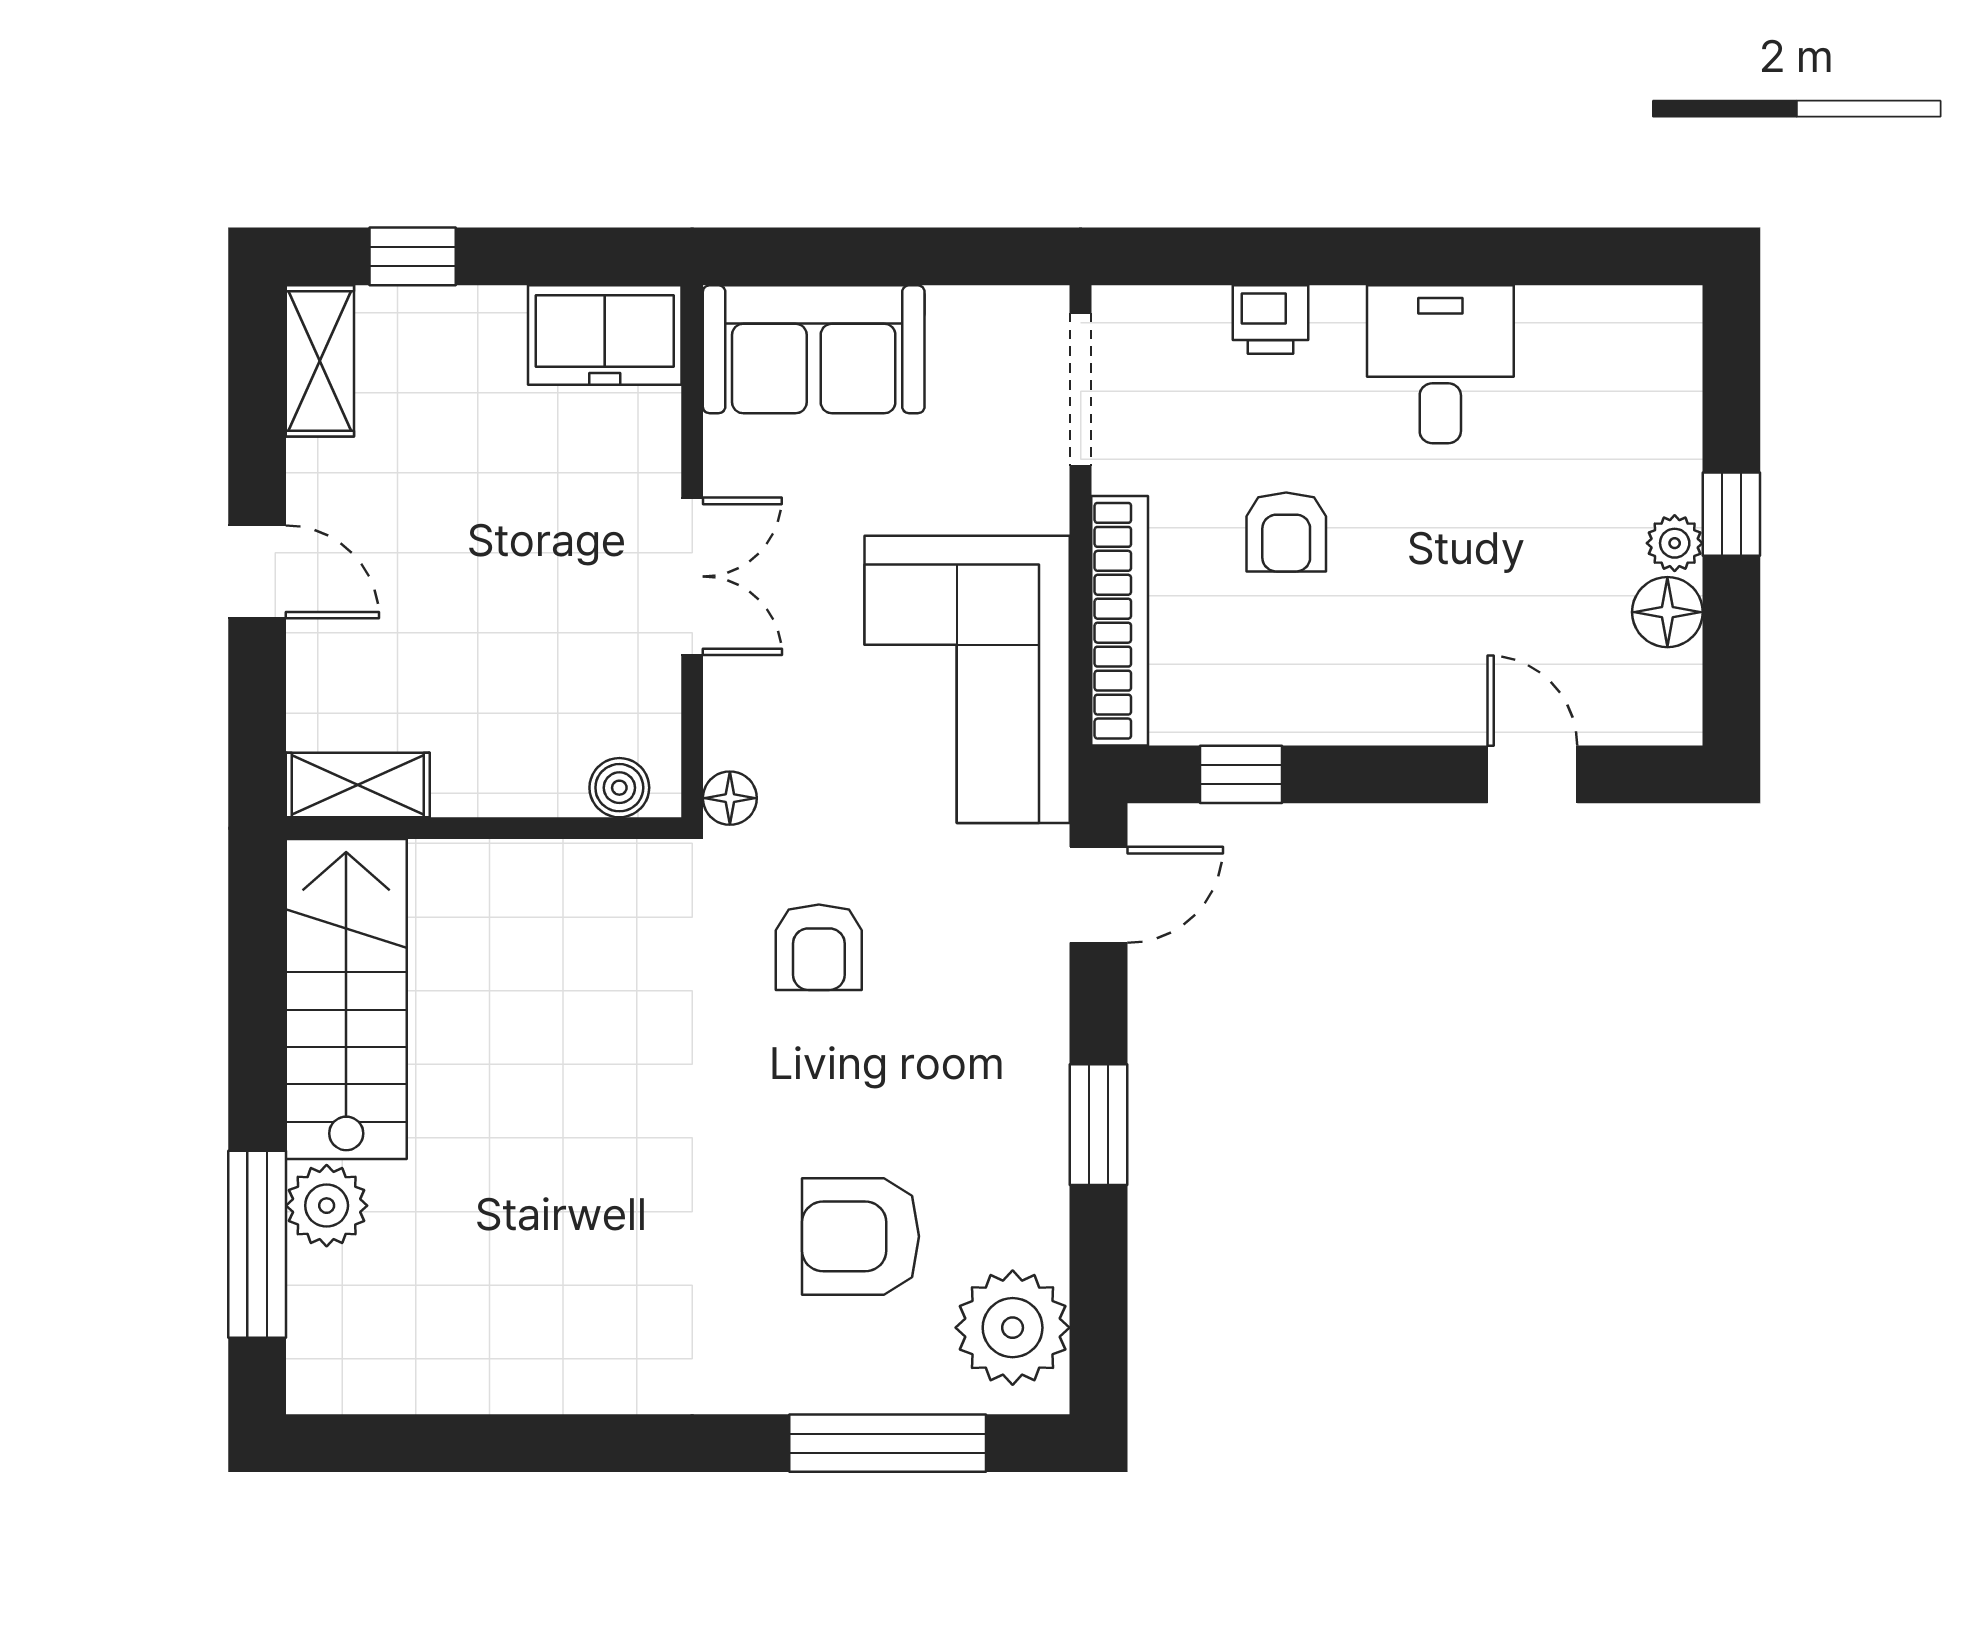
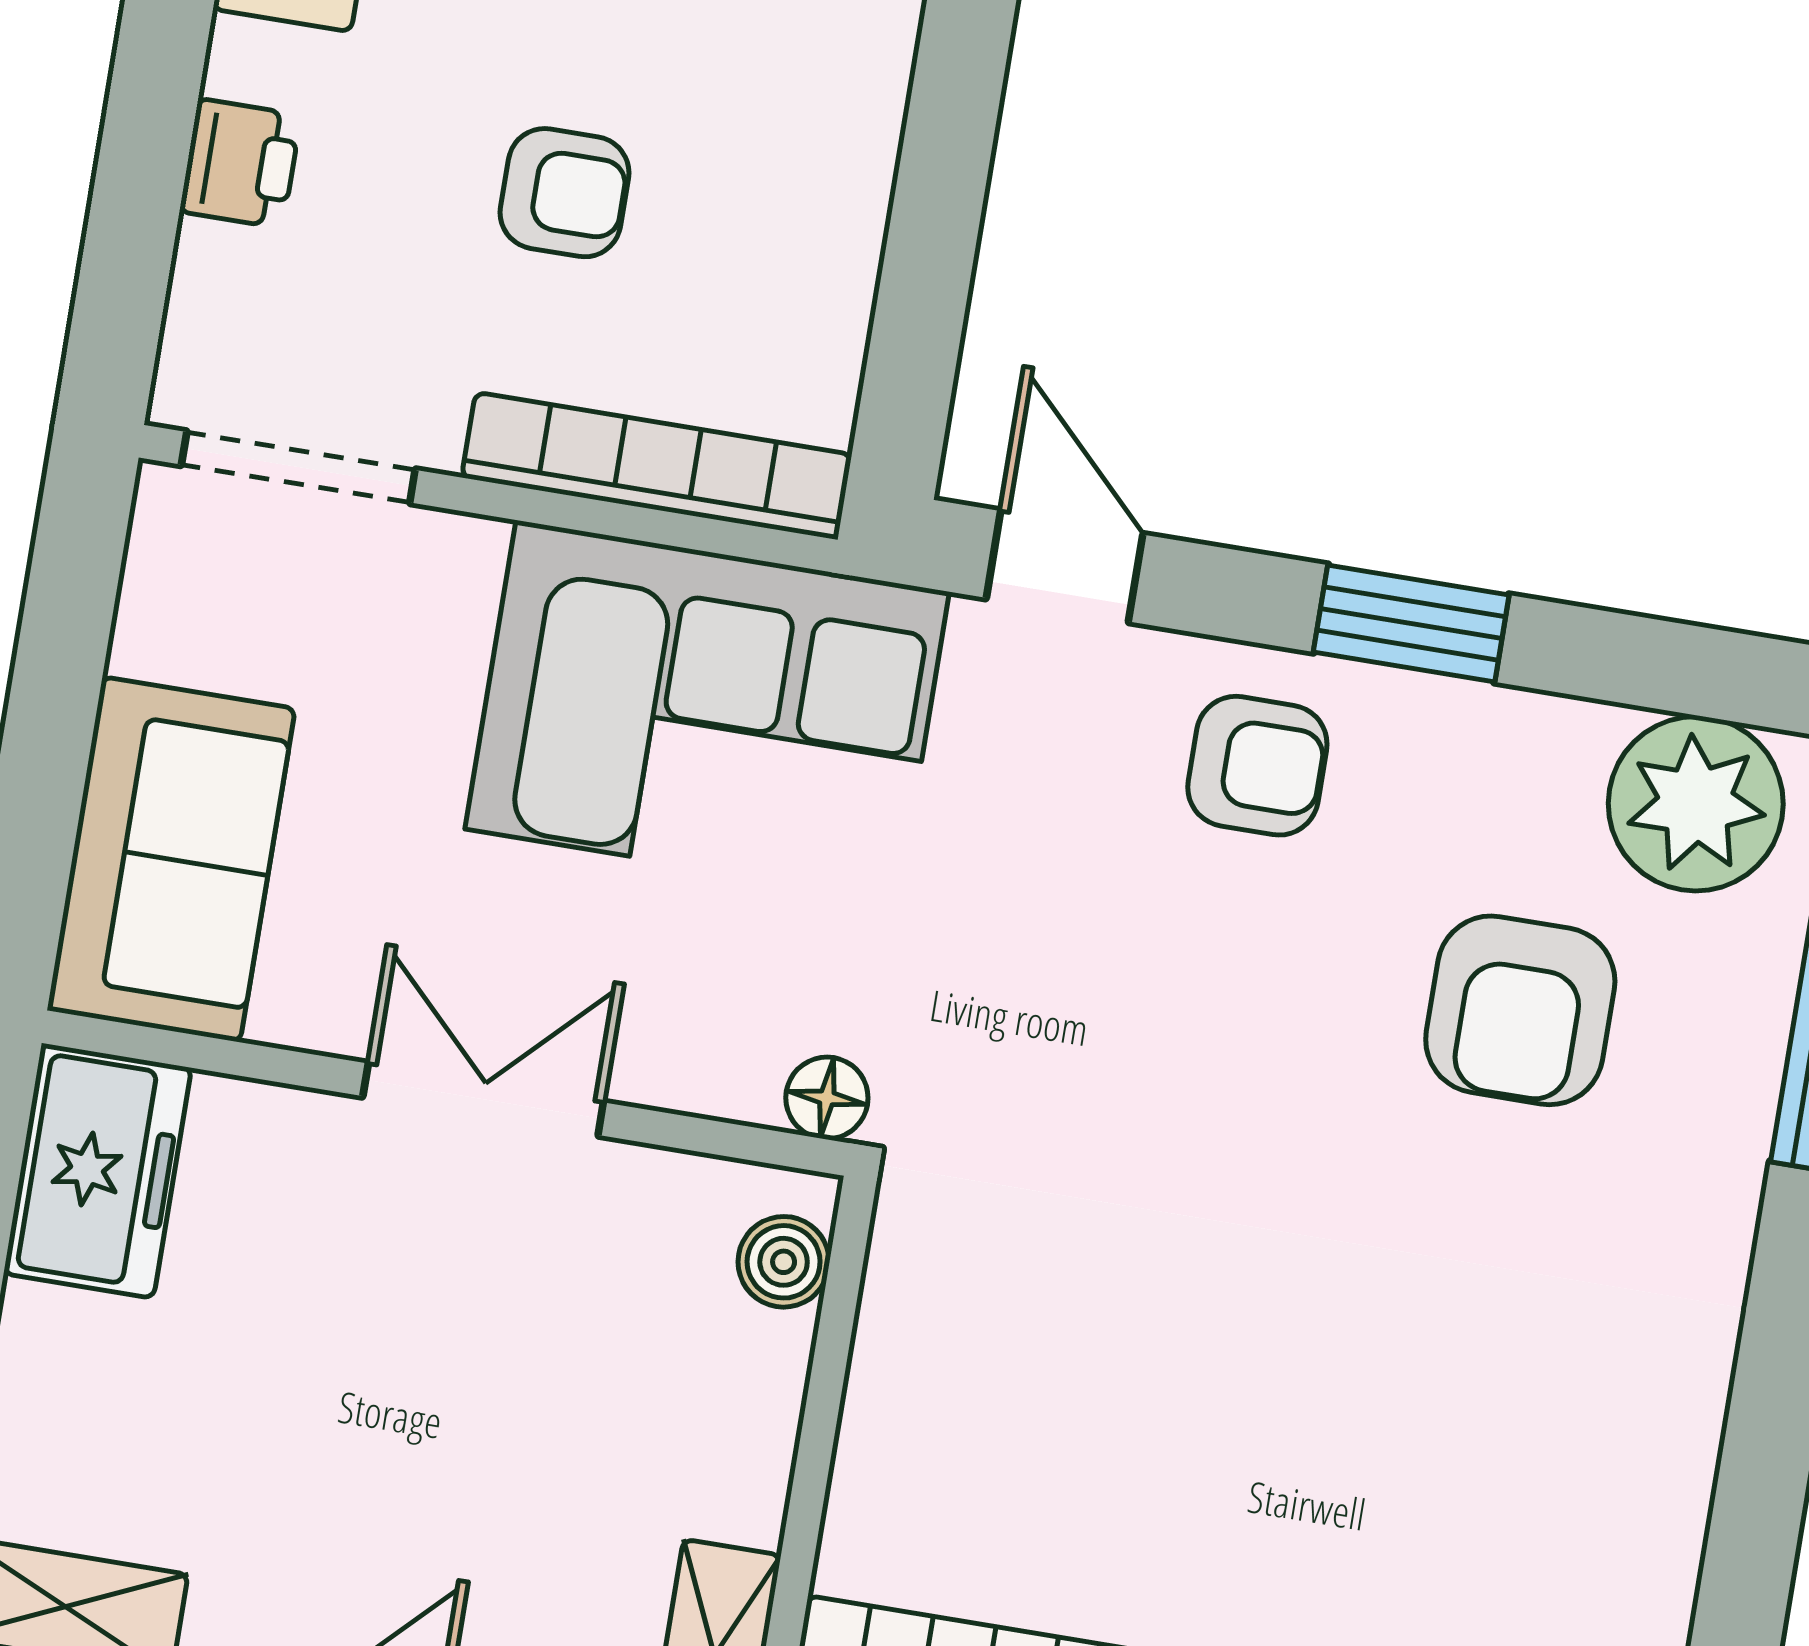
window: (1241, 774) -> (919, 321), removed
armchair: (819, 947) -> (1257, 766), moved

